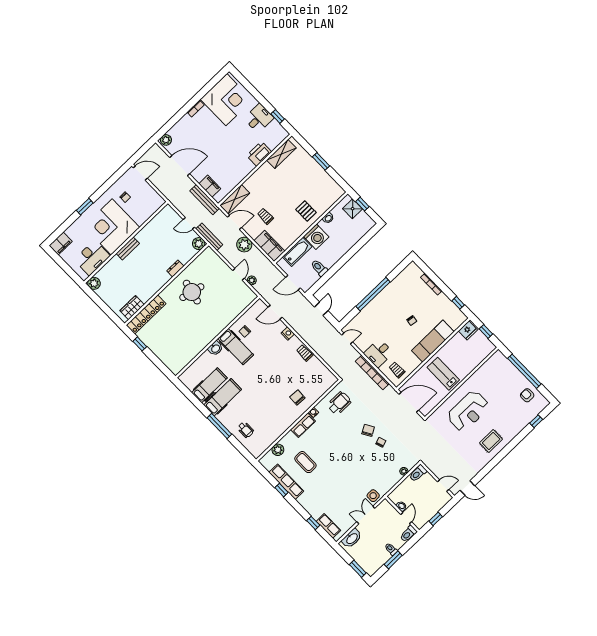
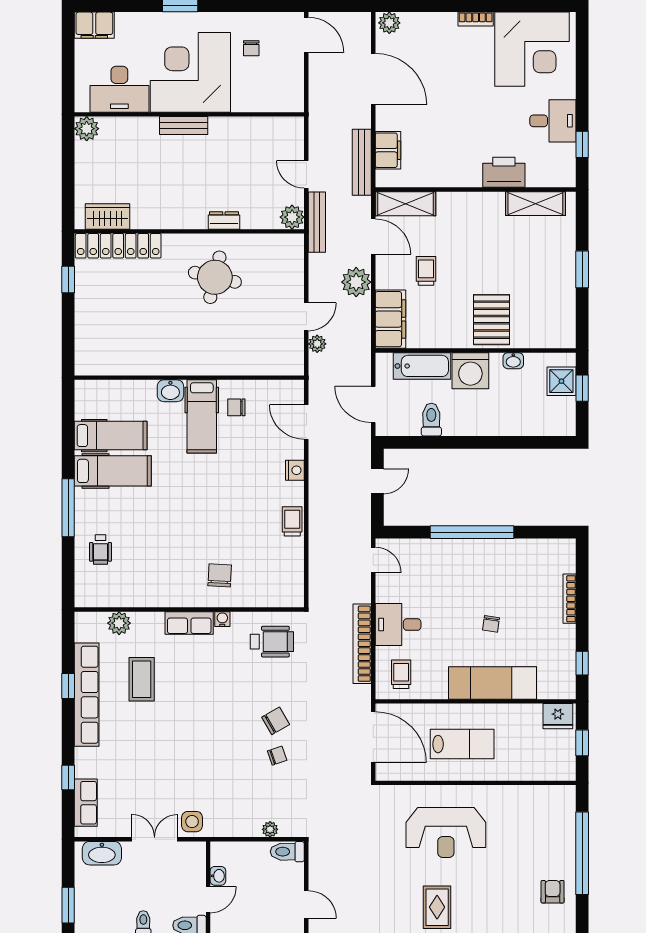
pallet: (306, 211) -> (491, 320), width x1.50, depth x1.42
lab bench: (443, 374) -> (462, 744), turned 90
rug: (491, 441) -> (437, 907), turned 90
row of seats: (286, 482) -> (87, 695), width x1.36

